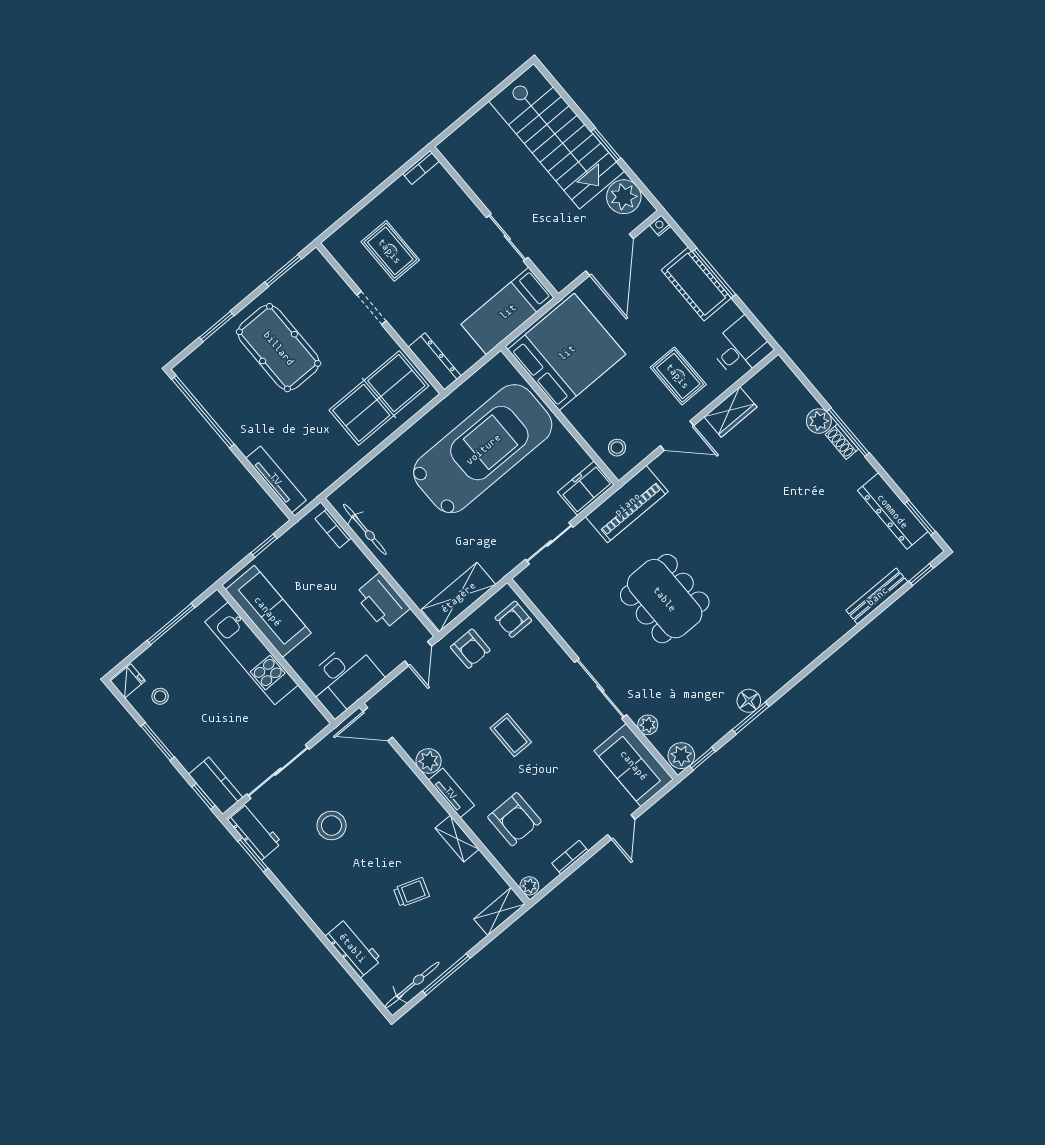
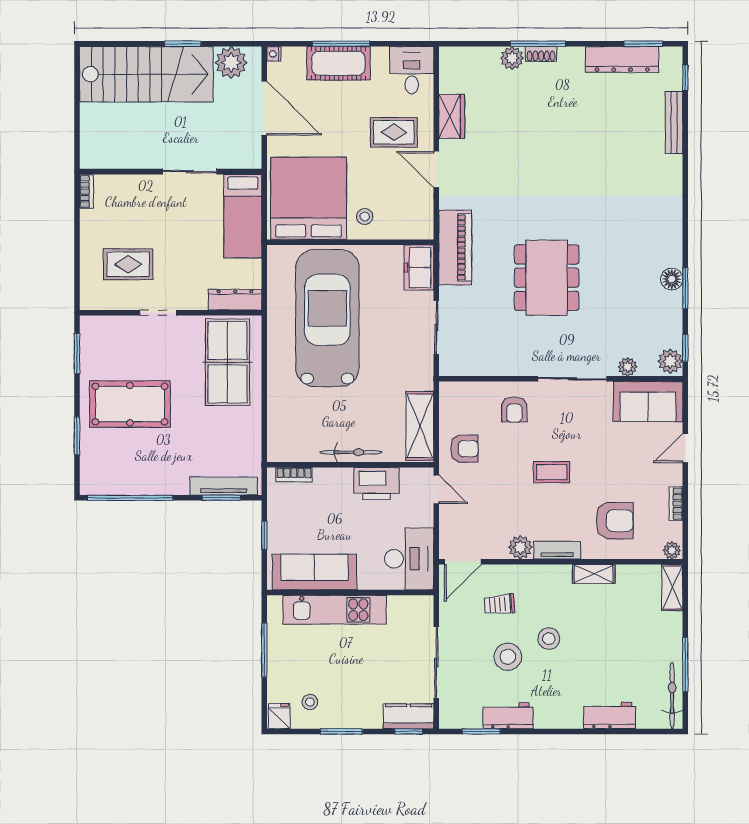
door: (677, 436) -> (436, 170), swing flipped
stool: (617, 448) -> (365, 217), moved
window: (265, 485) -> (221, 498), added
bicycle: (365, 529) -> (351, 452), moved
dining table: (665, 599) -> (547, 278), turned 90
armchair: (513, 619) -> (514, 410), moved
door: (621, 827) -> (685, 448), swing flipped
workbench: (255, 831) -> (508, 716), moved
stool: (374, 846) -> (549, 639), added
trolley: (411, 892) -> (499, 604), moved, turned -114

